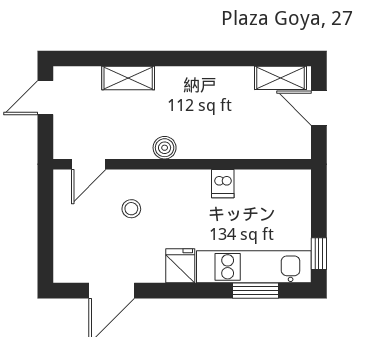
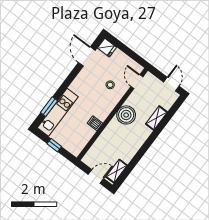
boiler: (165, 148) -> (126, 115), width x1.86, depth x1.86
window: (319, 254) -> (54, 145), moved
fridge: (180, 266) -> (107, 48), moved

